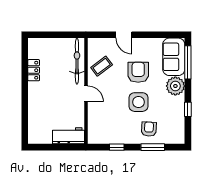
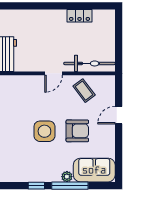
window: (188, 62) -> (70, 186), moved
plant: (175, 86) -> (67, 177), width x0.53, depth x0.53
armchair: (149, 129) -> (15, 143), removed

